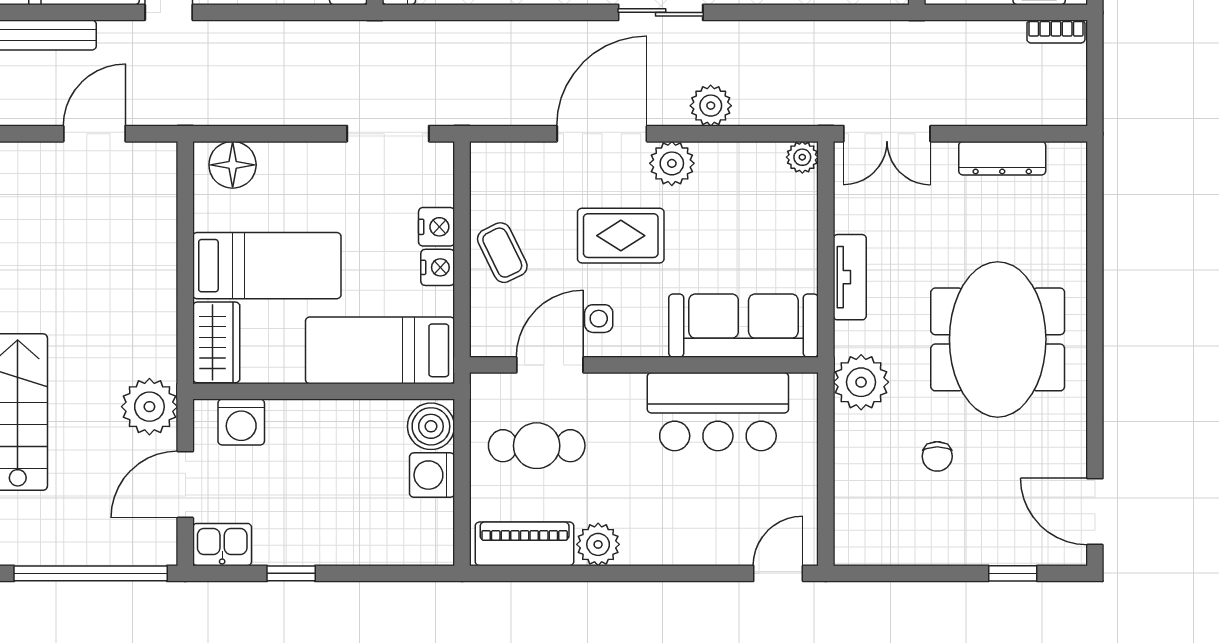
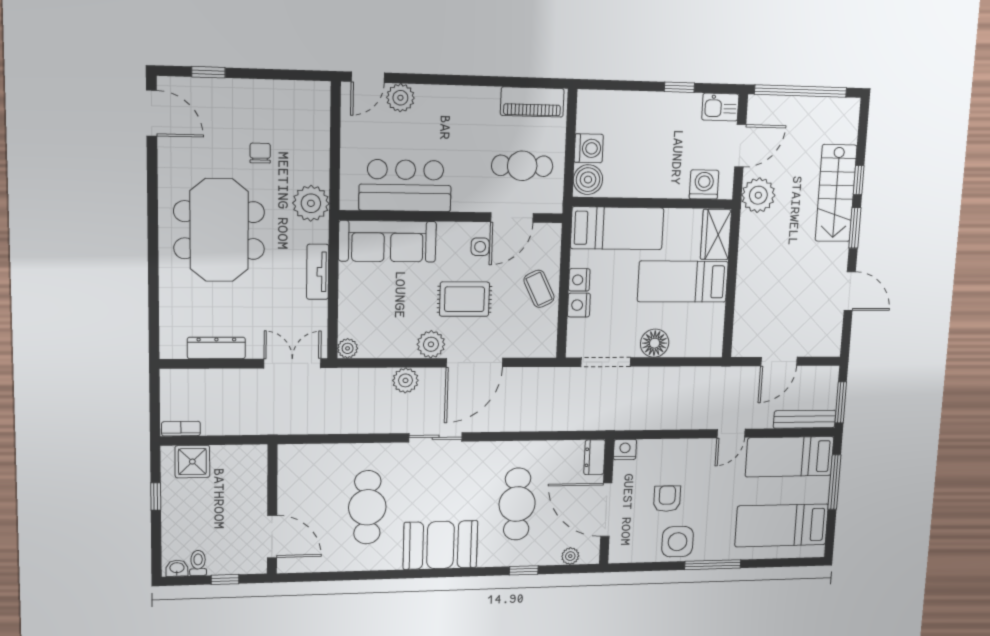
floor lamp: (233, 165) -> (655, 343), moved
plant: (598, 544) -> (400, 98), moved

